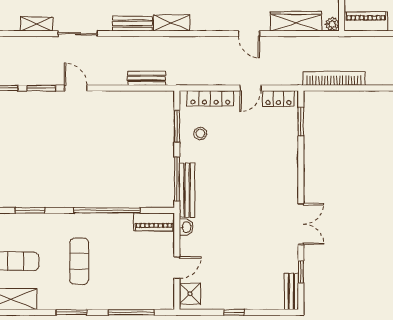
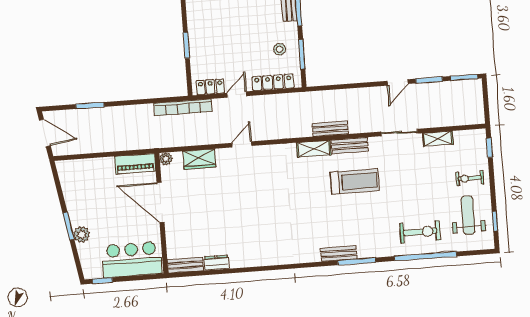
wardrobe: (296, 21) -> (199, 159), width x0.67
door: (249, 34) -> (242, 144), hinge flipped
bench: (147, 78) -> (330, 129), moved
bookcase: (334, 78) -> (183, 107), moved
door: (76, 88) -> (398, 82), hinge flipped
window: (301, 122) -> (186, 45), moved

